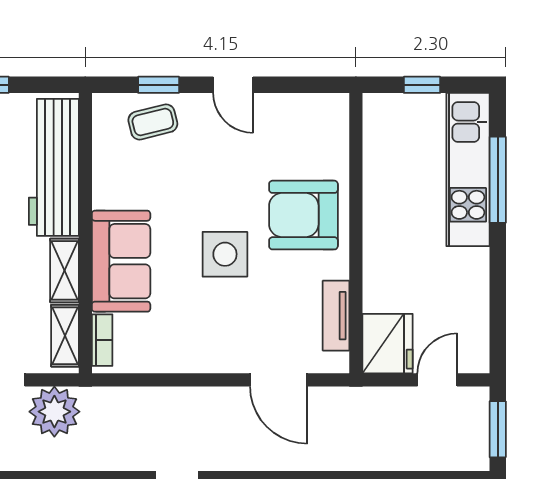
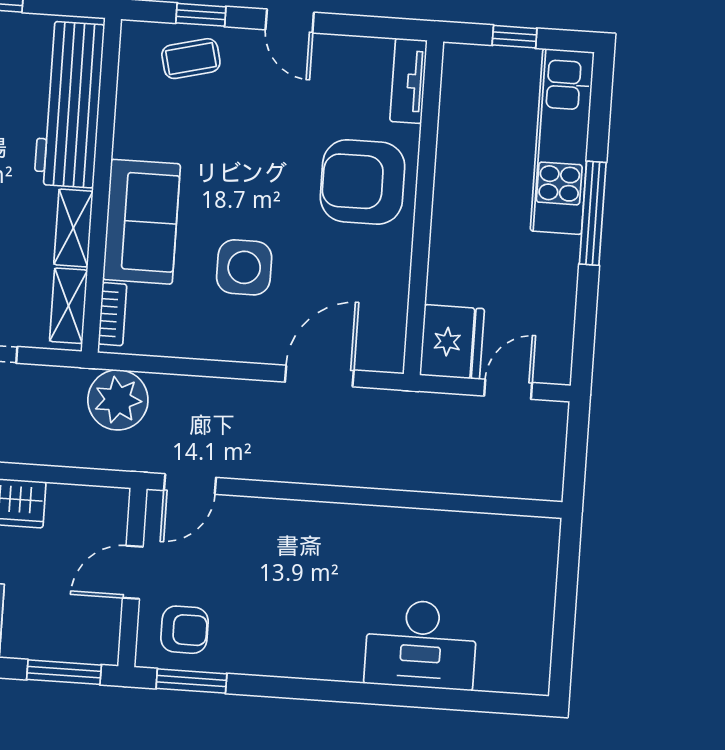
window: (498, 180) -> (593, 213), moved
side table: (225, 254) -> (244, 267), moved
tv unit: (336, 316) -> (409, 81), moved
door: (279, 380) -> (319, 376), swing flipped
plant: (54, 412) -> (118, 400), moved
window: (498, 429) -> (576, 453), removed

